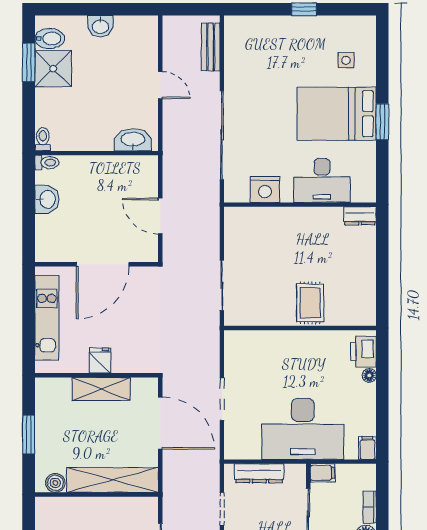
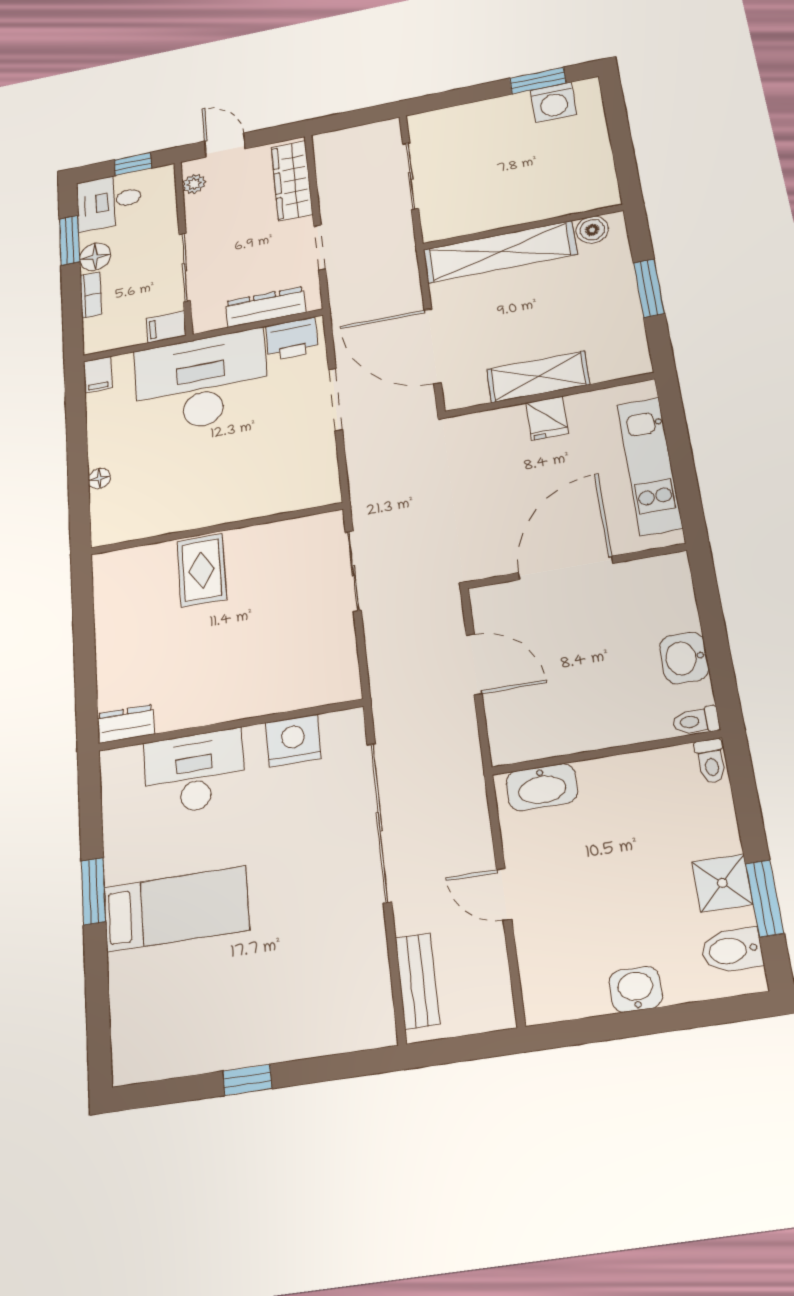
side table: (346, 60) -> (163, 994), removed
shower: (53, 69) -> (722, 883), width x0.73, depth x0.73
bed: (337, 114) -> (176, 909), width x0.67
printer: (363, 352) -> (292, 339), moved, turned 90

